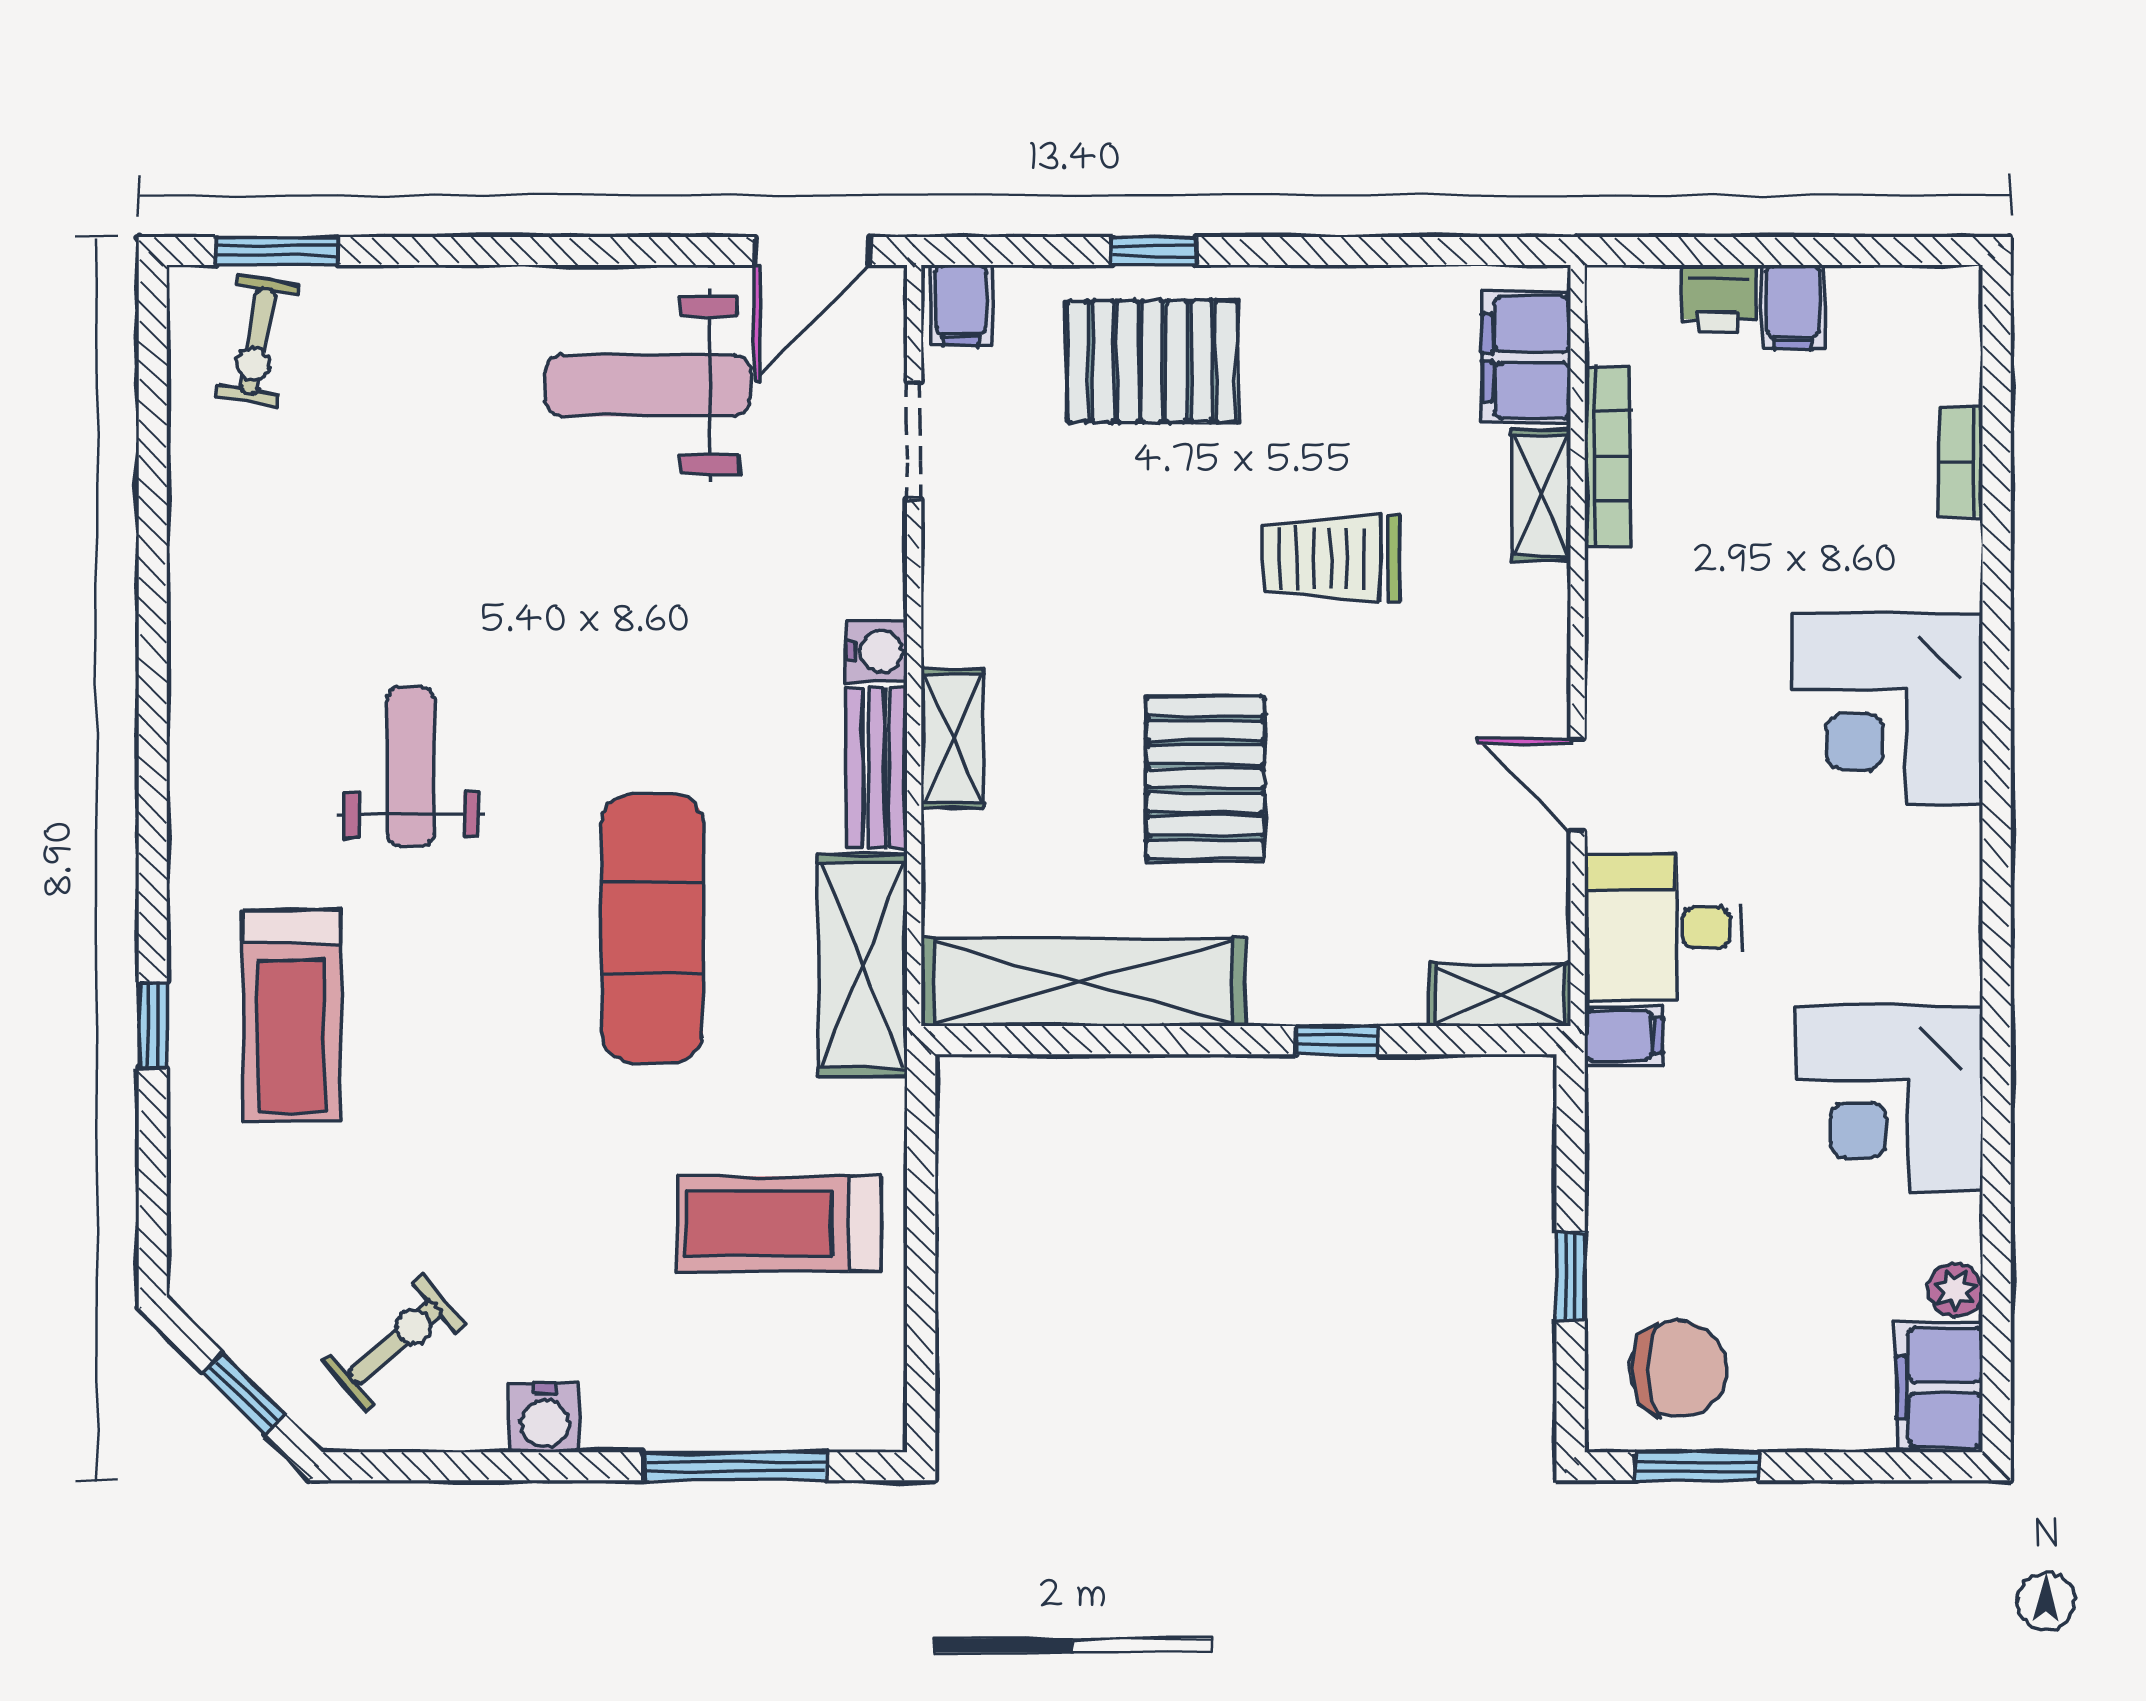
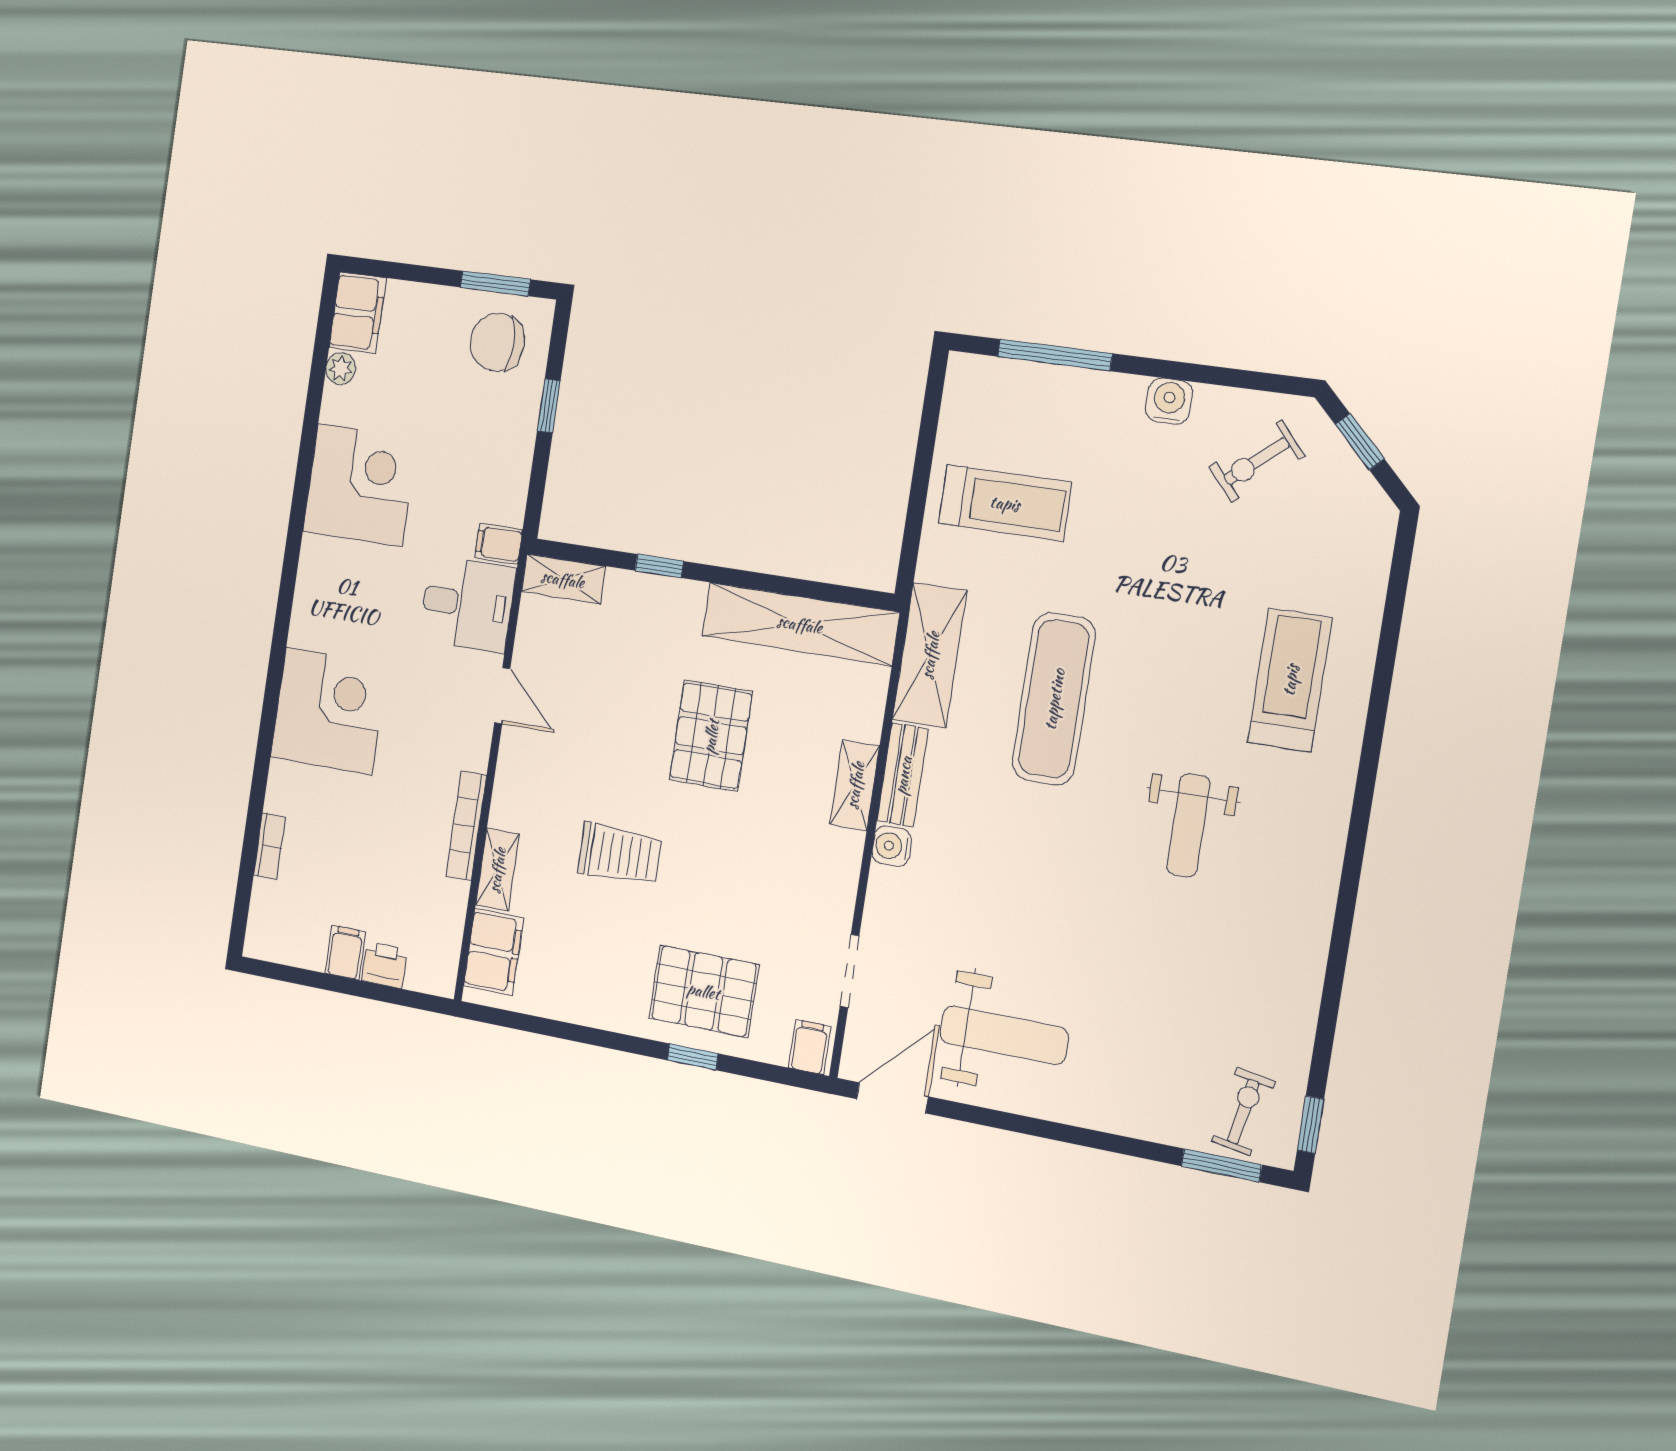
bookcase: (1608, 456) -> (466, 826), moved
window: (153, 1025) -> (1310, 1125), moved

